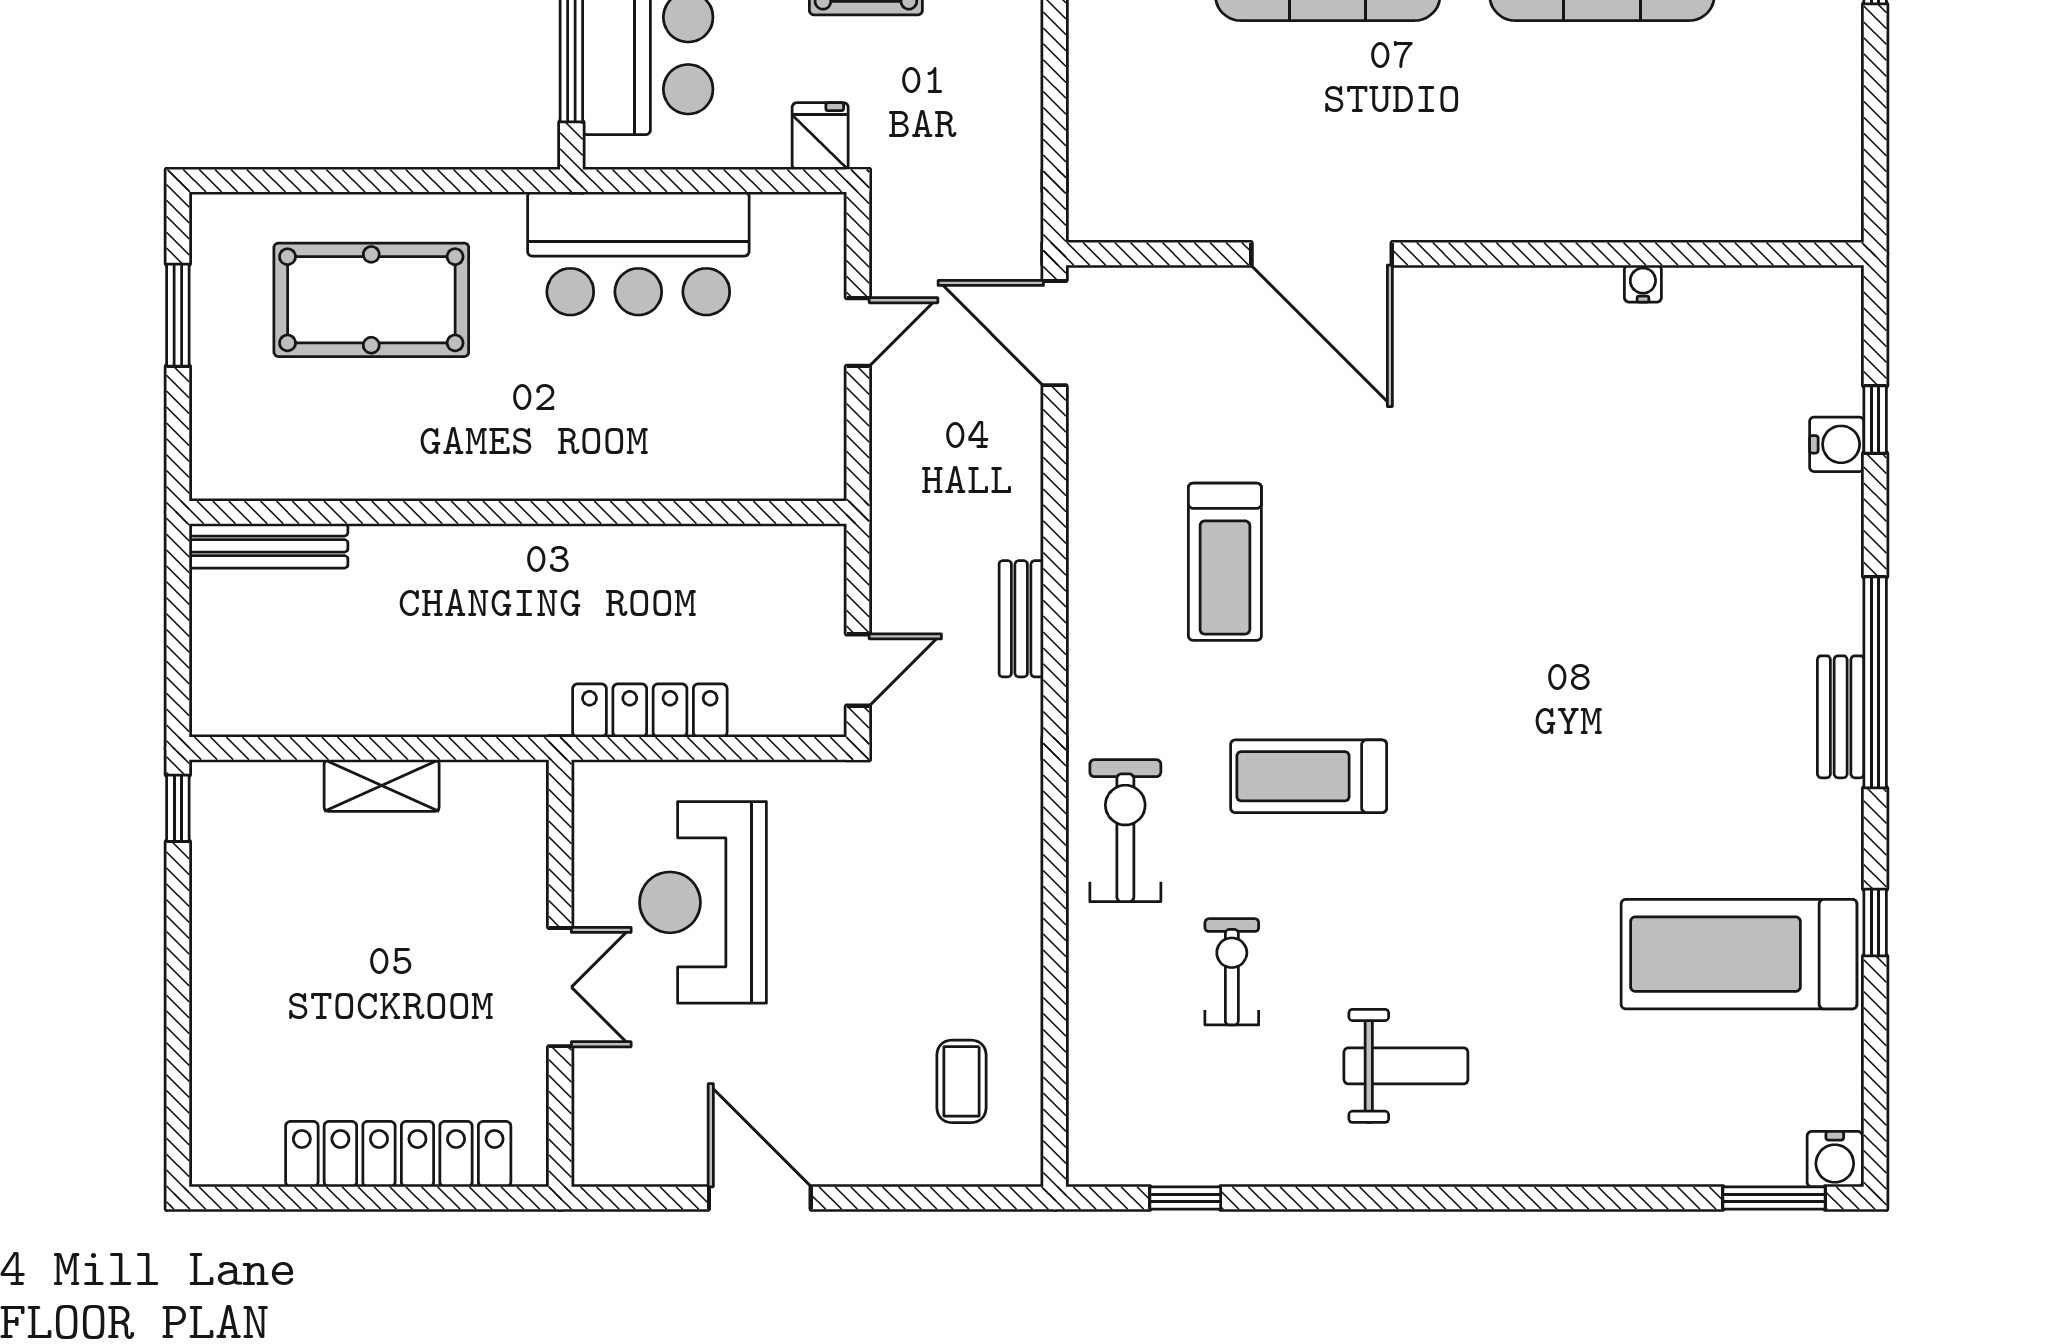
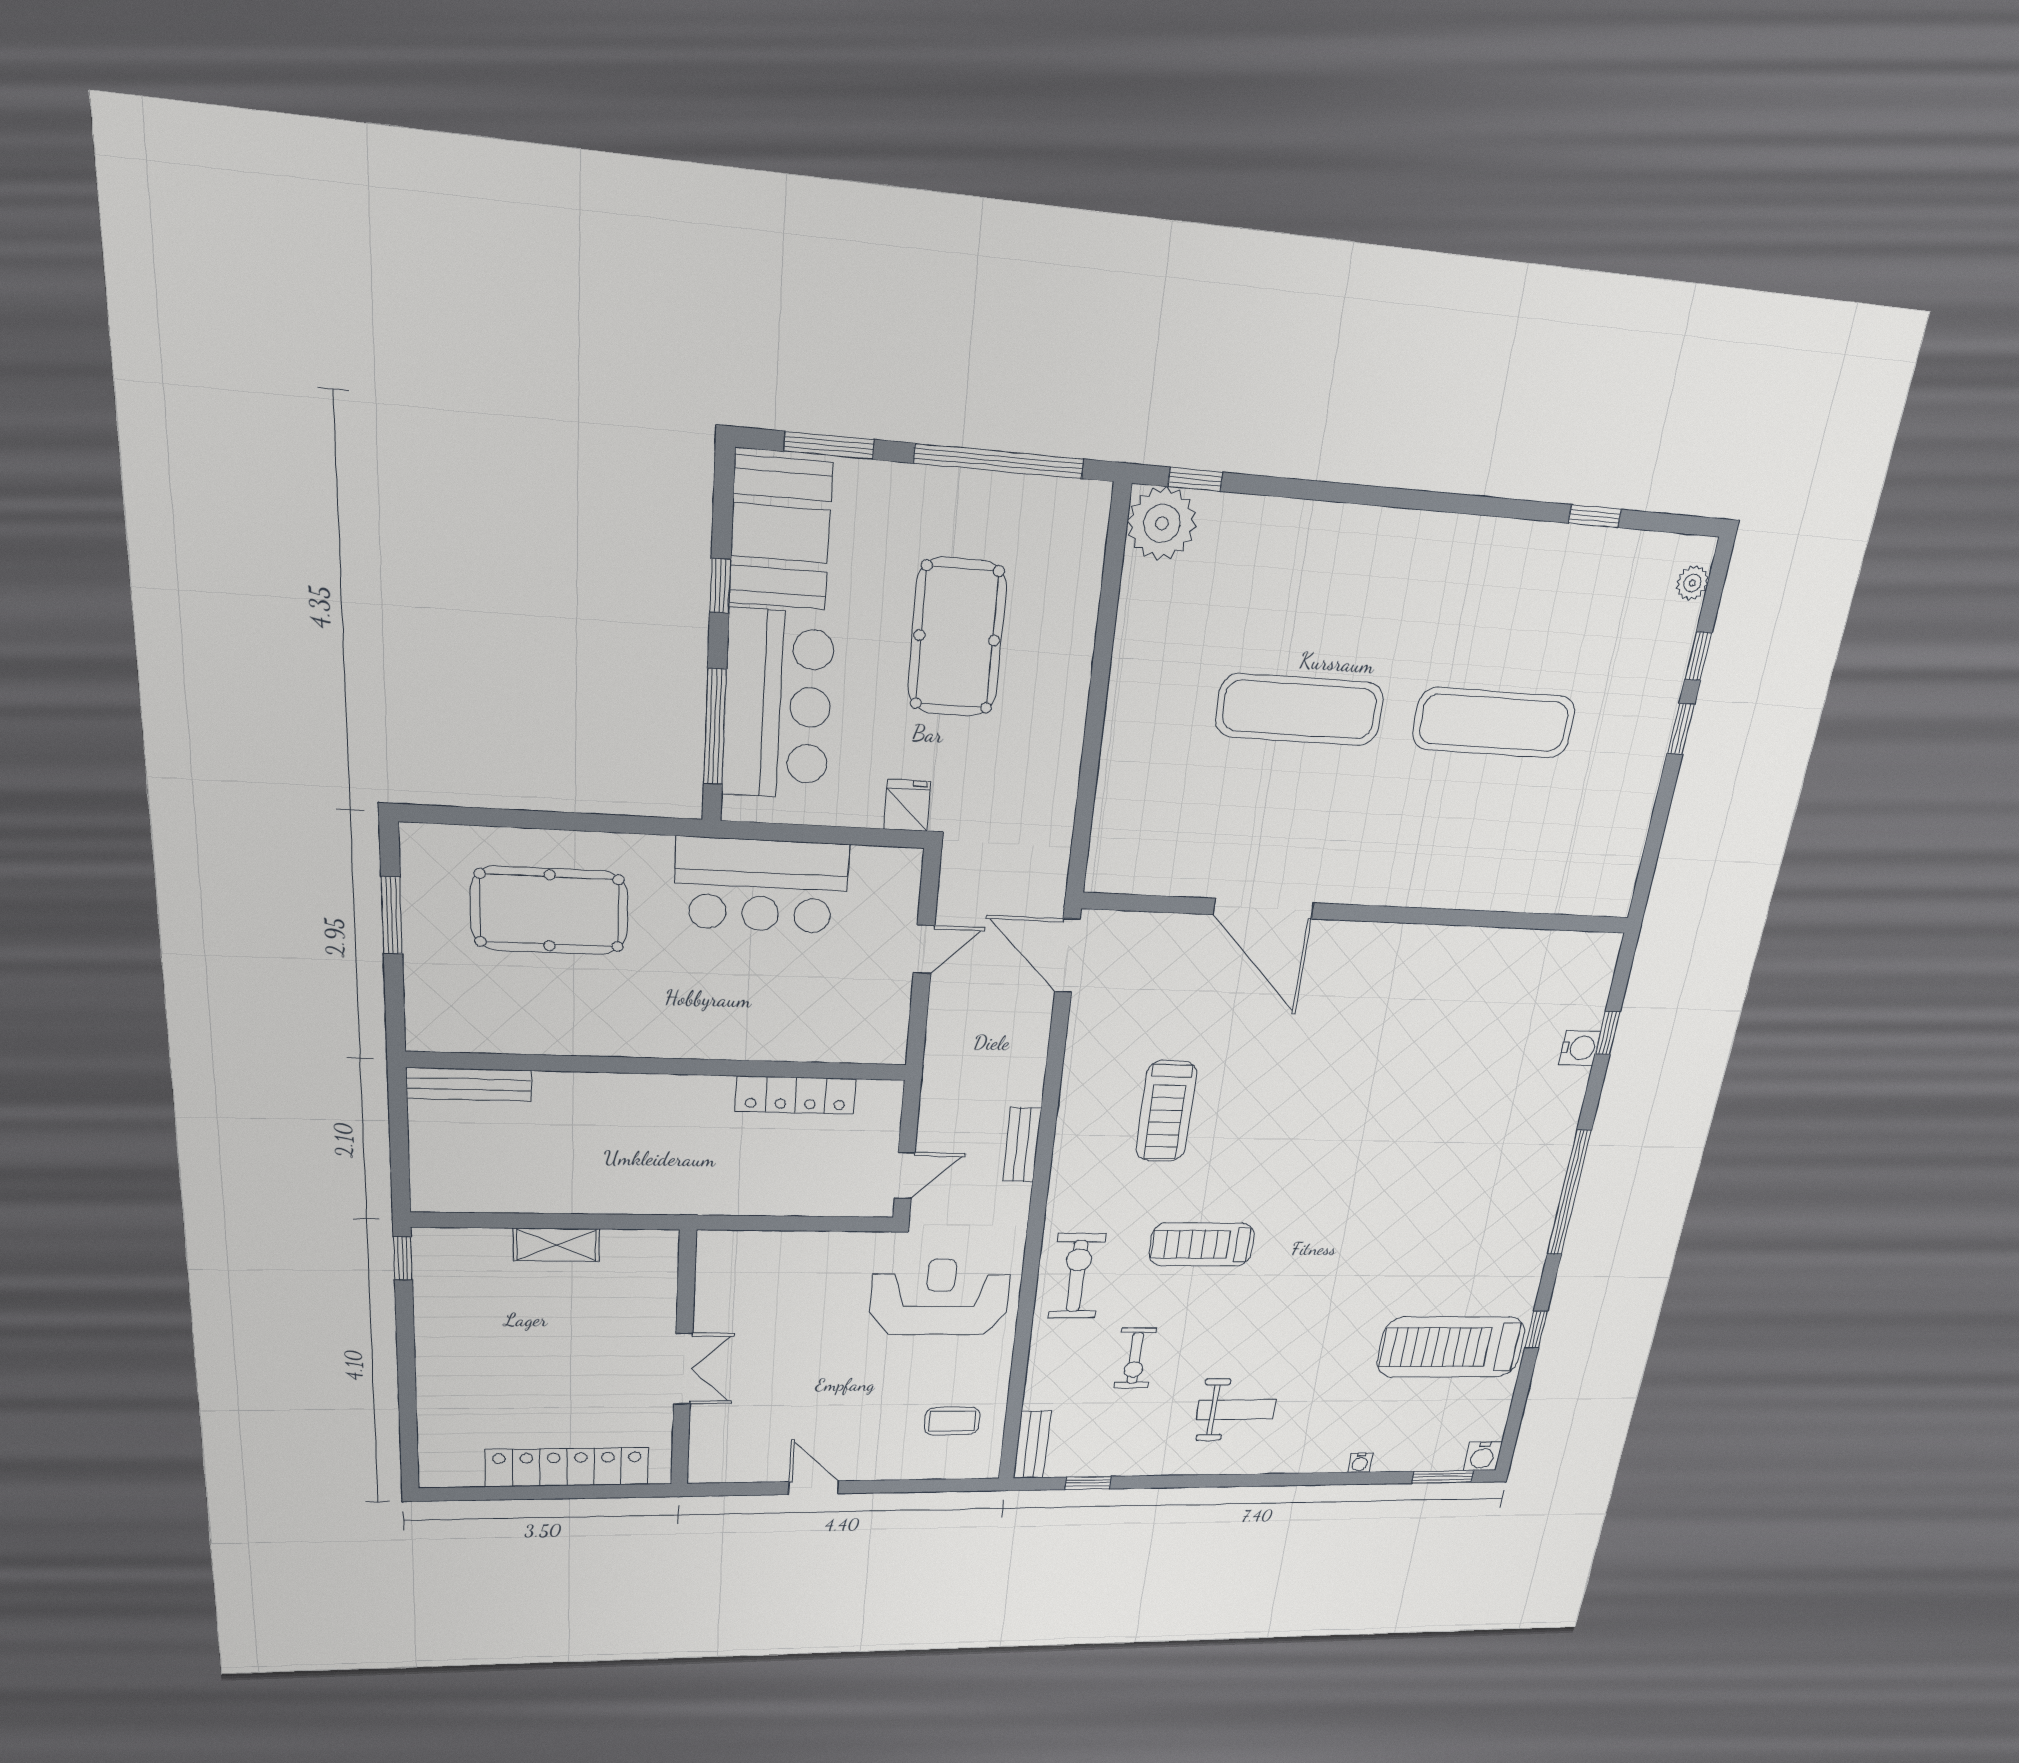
water cooler: (1643, 284) -> (1360, 1463), moved, turned 180
locker: (650, 711) -> (796, 1095), moved, turned 180
bench: (1841, 717) -> (1032, 1445), moved
reception desk: (703, 902) -> (940, 1297), moved, turned 90
exercise bike: (1232, 972) -> (1135, 1358), turned 180
coffee table: (961, 1081) -> (952, 1421), turned 90
door: (760, 1198) -> (813, 1488), width x0.73

